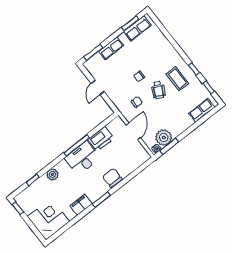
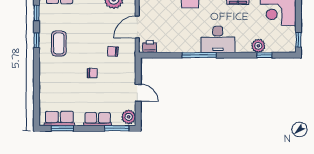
plant: (91, 66) -> (129, 117), added
door: (98, 88) -> (138, 93), hinge flipped
wheelchair: (158, 90) -> (84, 47), removed
printer: (101, 139) -> (150, 46), moved, width x0.53, depth x0.68
desk: (82, 158) -> (218, 39), moved
plant: (52, 174) -> (258, 46), moved

